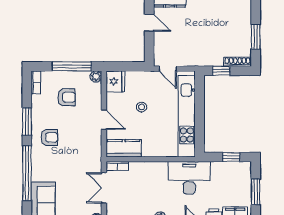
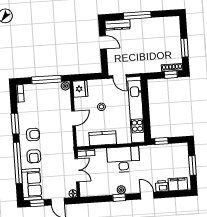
window: (221, 71) -> (171, 75), moved
armchair: (66, 97) -> (34, 156), moved, turned 90
door: (104, 120) -> (74, 118), hinge flipped
kitchen counter: (124, 148) -> (103, 138), moved
window: (231, 157) -> (161, 141), moved
desk: (189, 178) -> (123, 159), moved
double door: (104, 188) -> (77, 170), swing flipped

